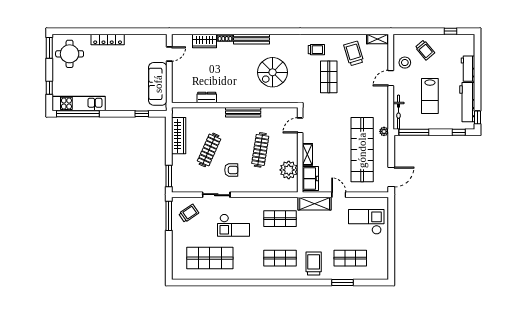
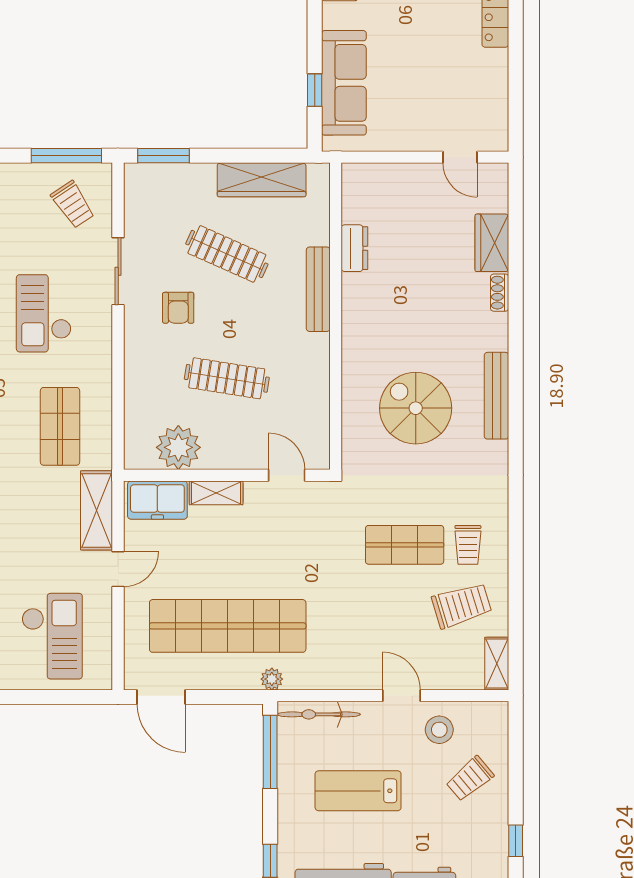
bench: (251, 39) -> (496, 396), moved
trolley: (316, 50) -> (468, 545), moved
sofa: (158, 84) -> (344, 83), moved, turned 90
bench: (243, 112) -> (318, 289), moved

